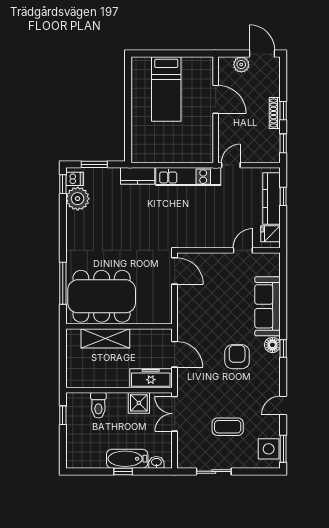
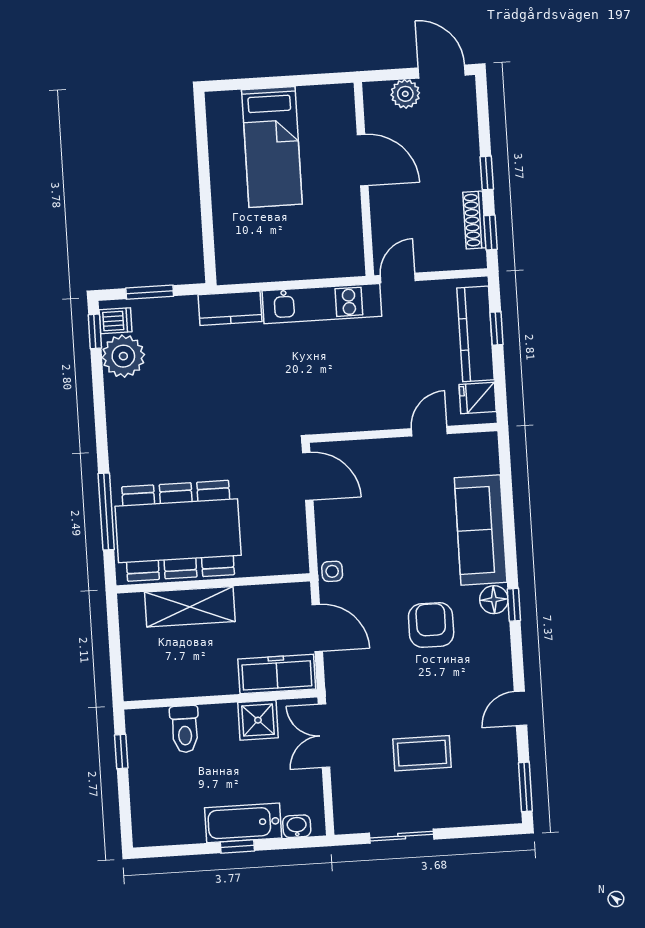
shoe rack: (275, 113) -> (474, 220), moved
side table: (269, 449) -> (332, 571), moved, width x0.54, depth x0.54

